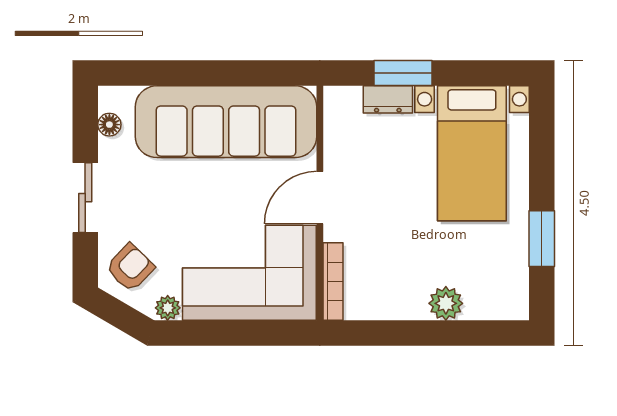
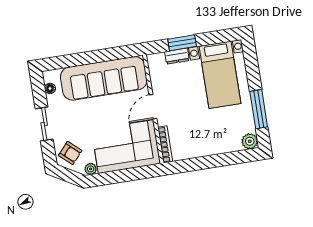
window: (542, 239) -> (259, 109), width x1.44
armchair: (130, 267) -> (70, 153), turned 88
plant: (446, 303) -> (250, 141), moved

